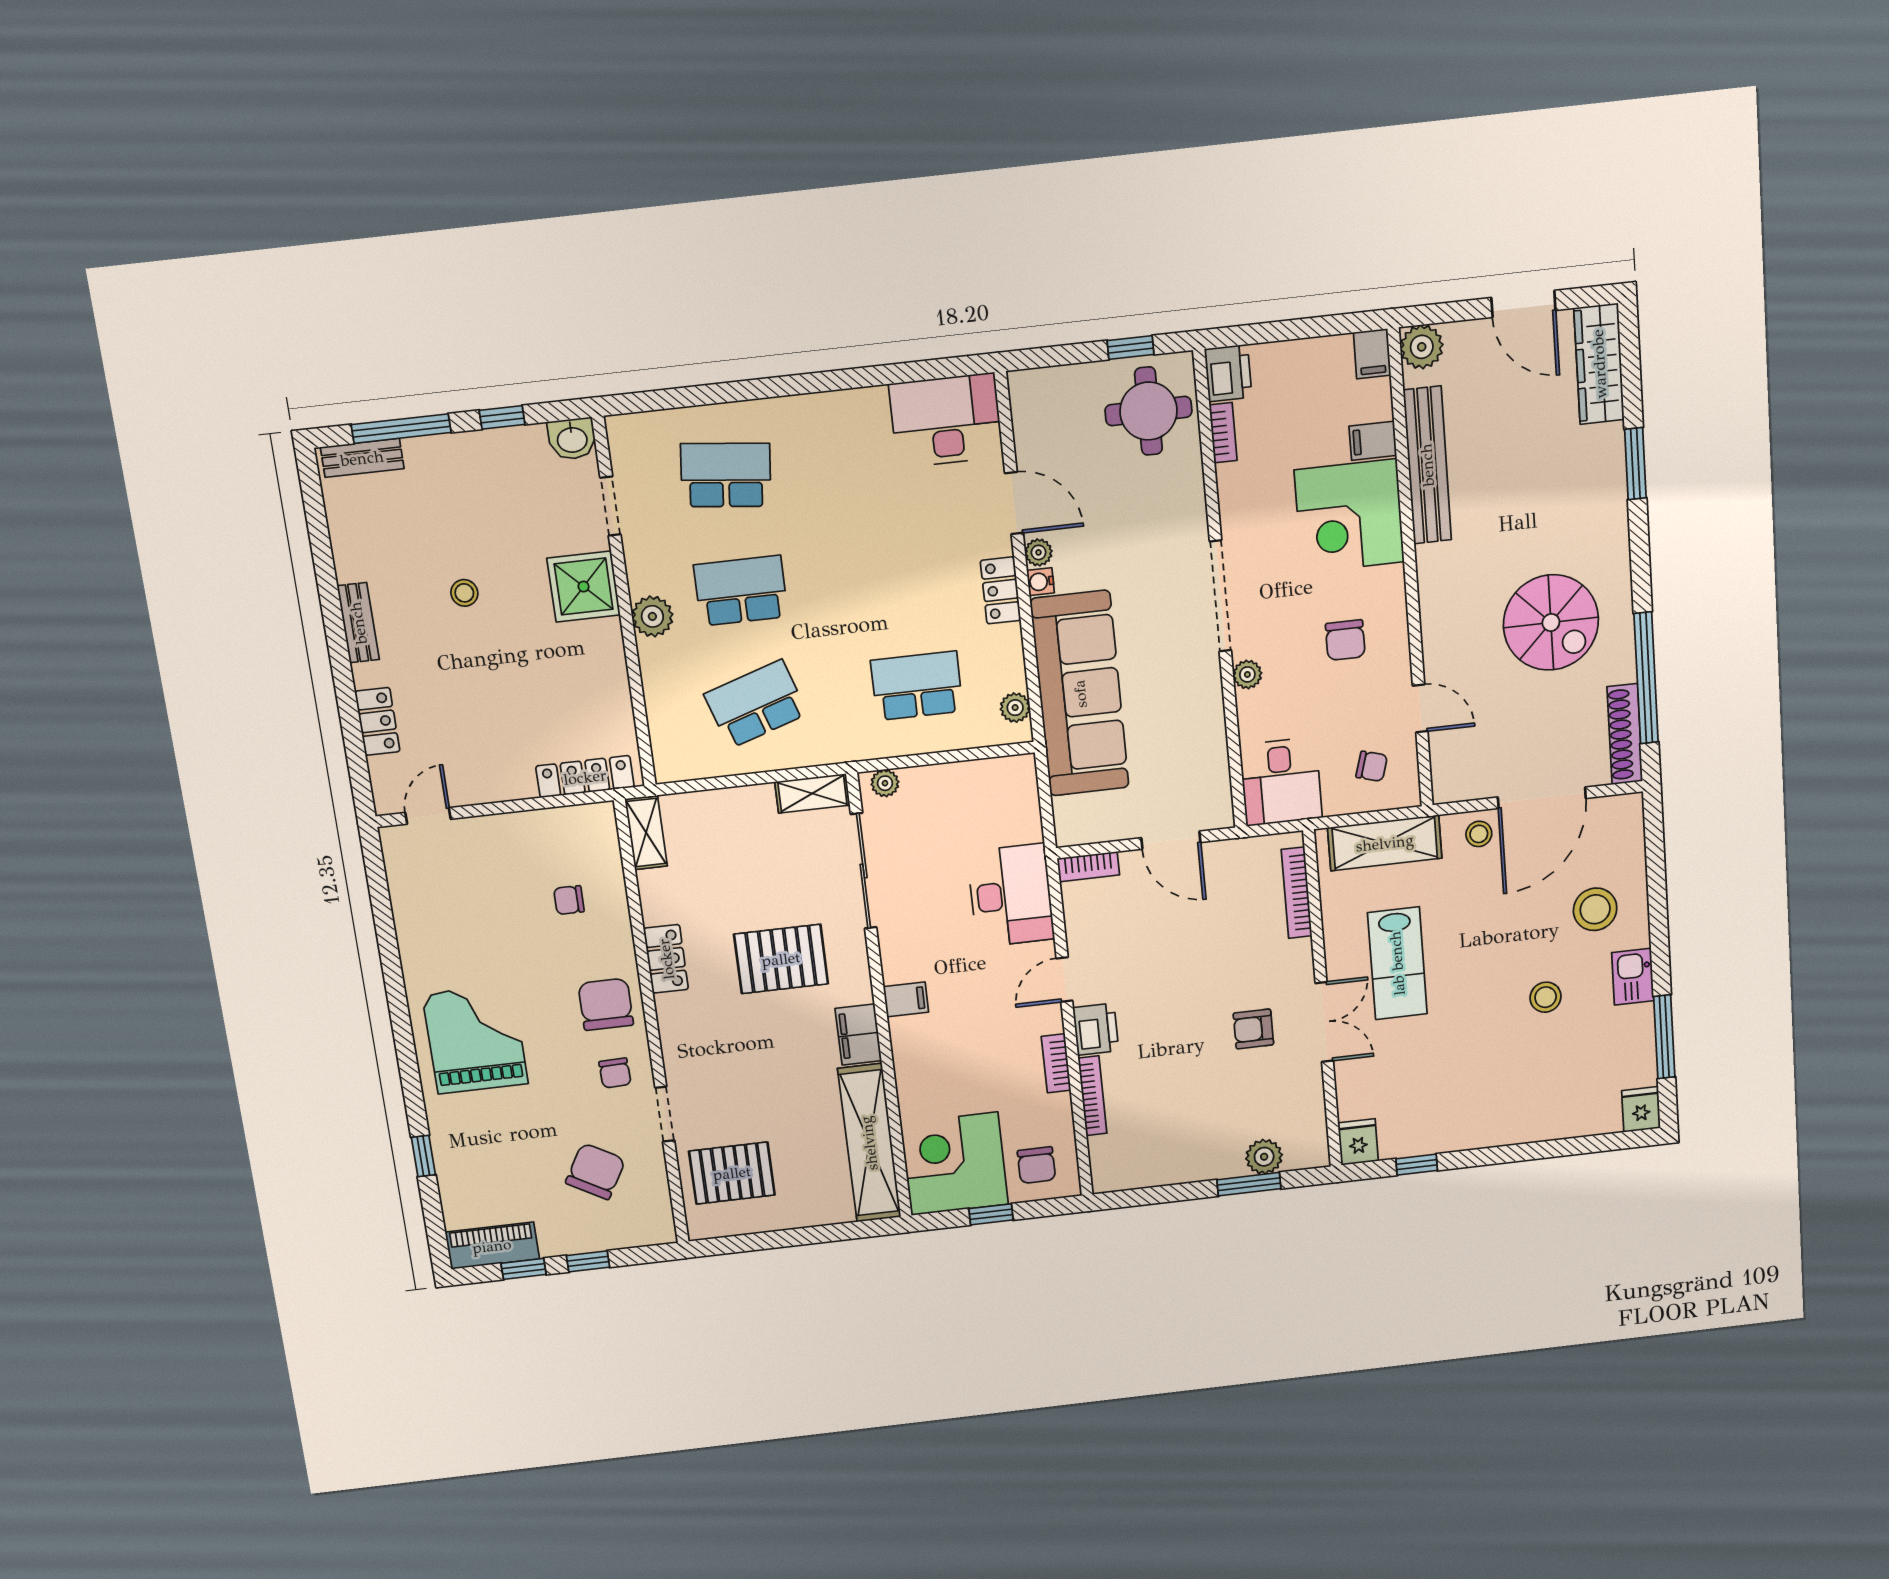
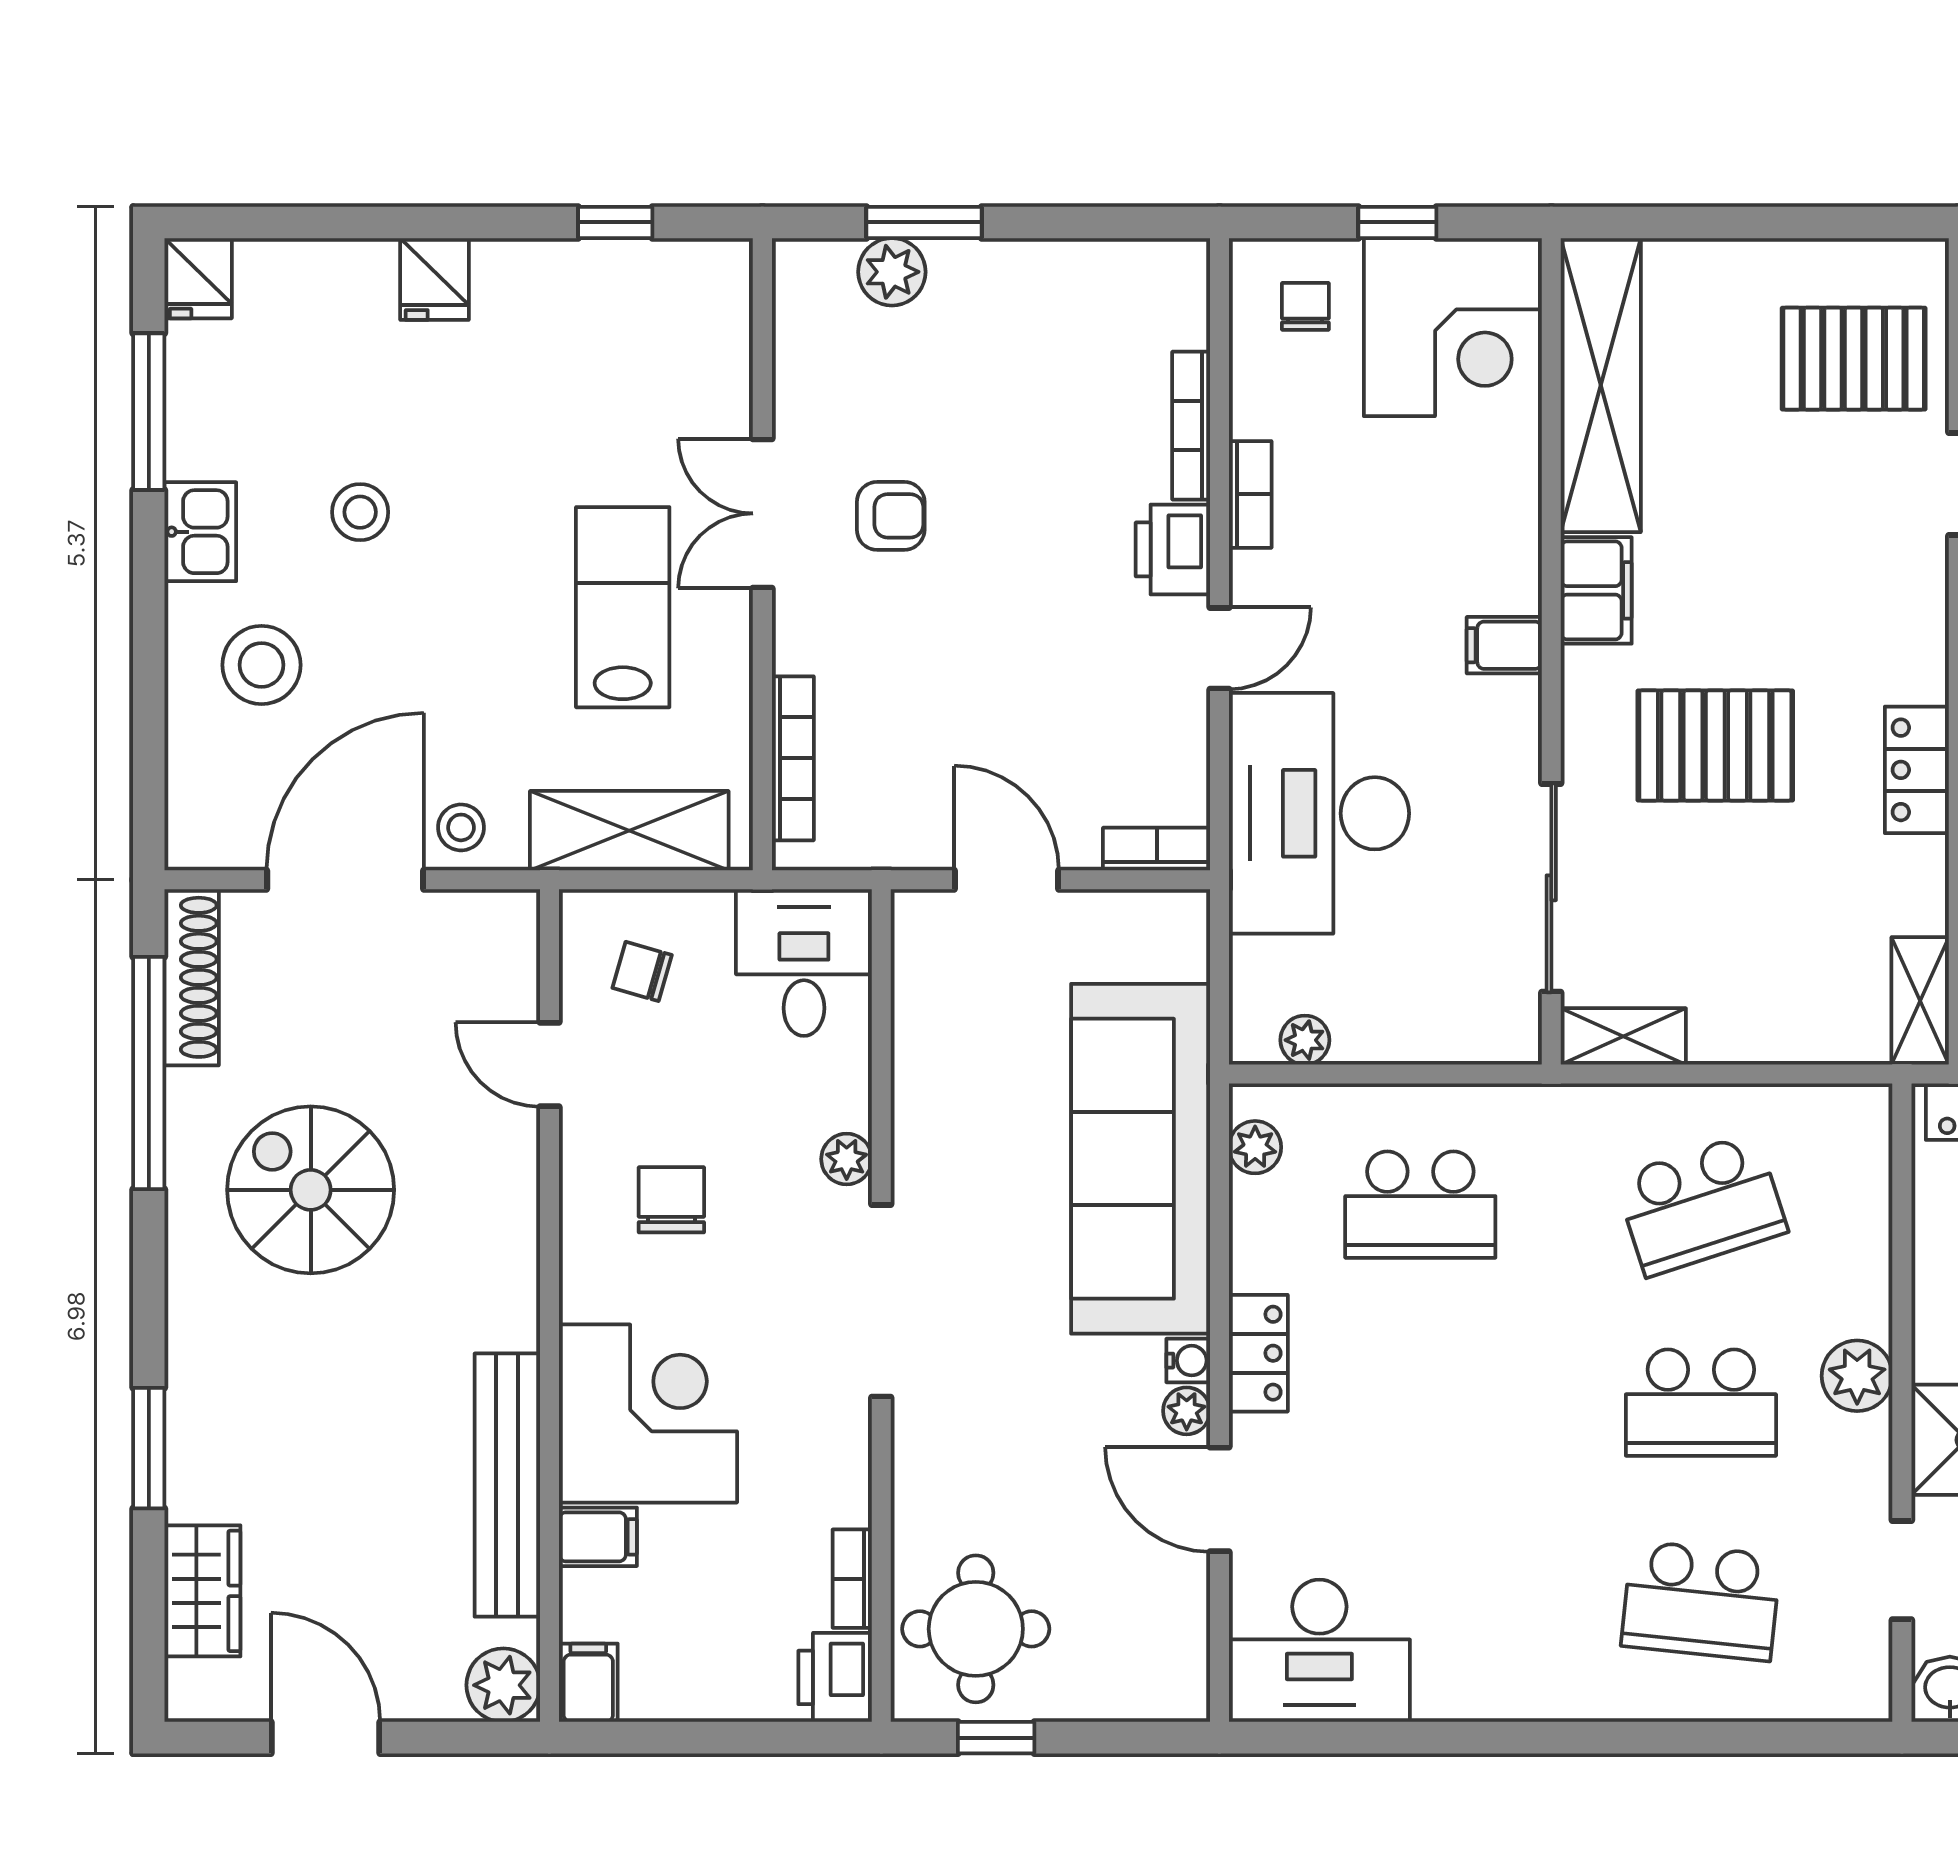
wardrobe: (1599, 364) -> (202, 1591), width x0.67
plant: (885, 783) -> (1305, 1040), moved
desk: (1011, 895) -> (1319, 813), width x1.36, depth x1.30
fridge: (1358, 1142) -> (435, 279), moved
chair: (1036, 1165) -> (1305, 306), width x0.73, depth x0.73

